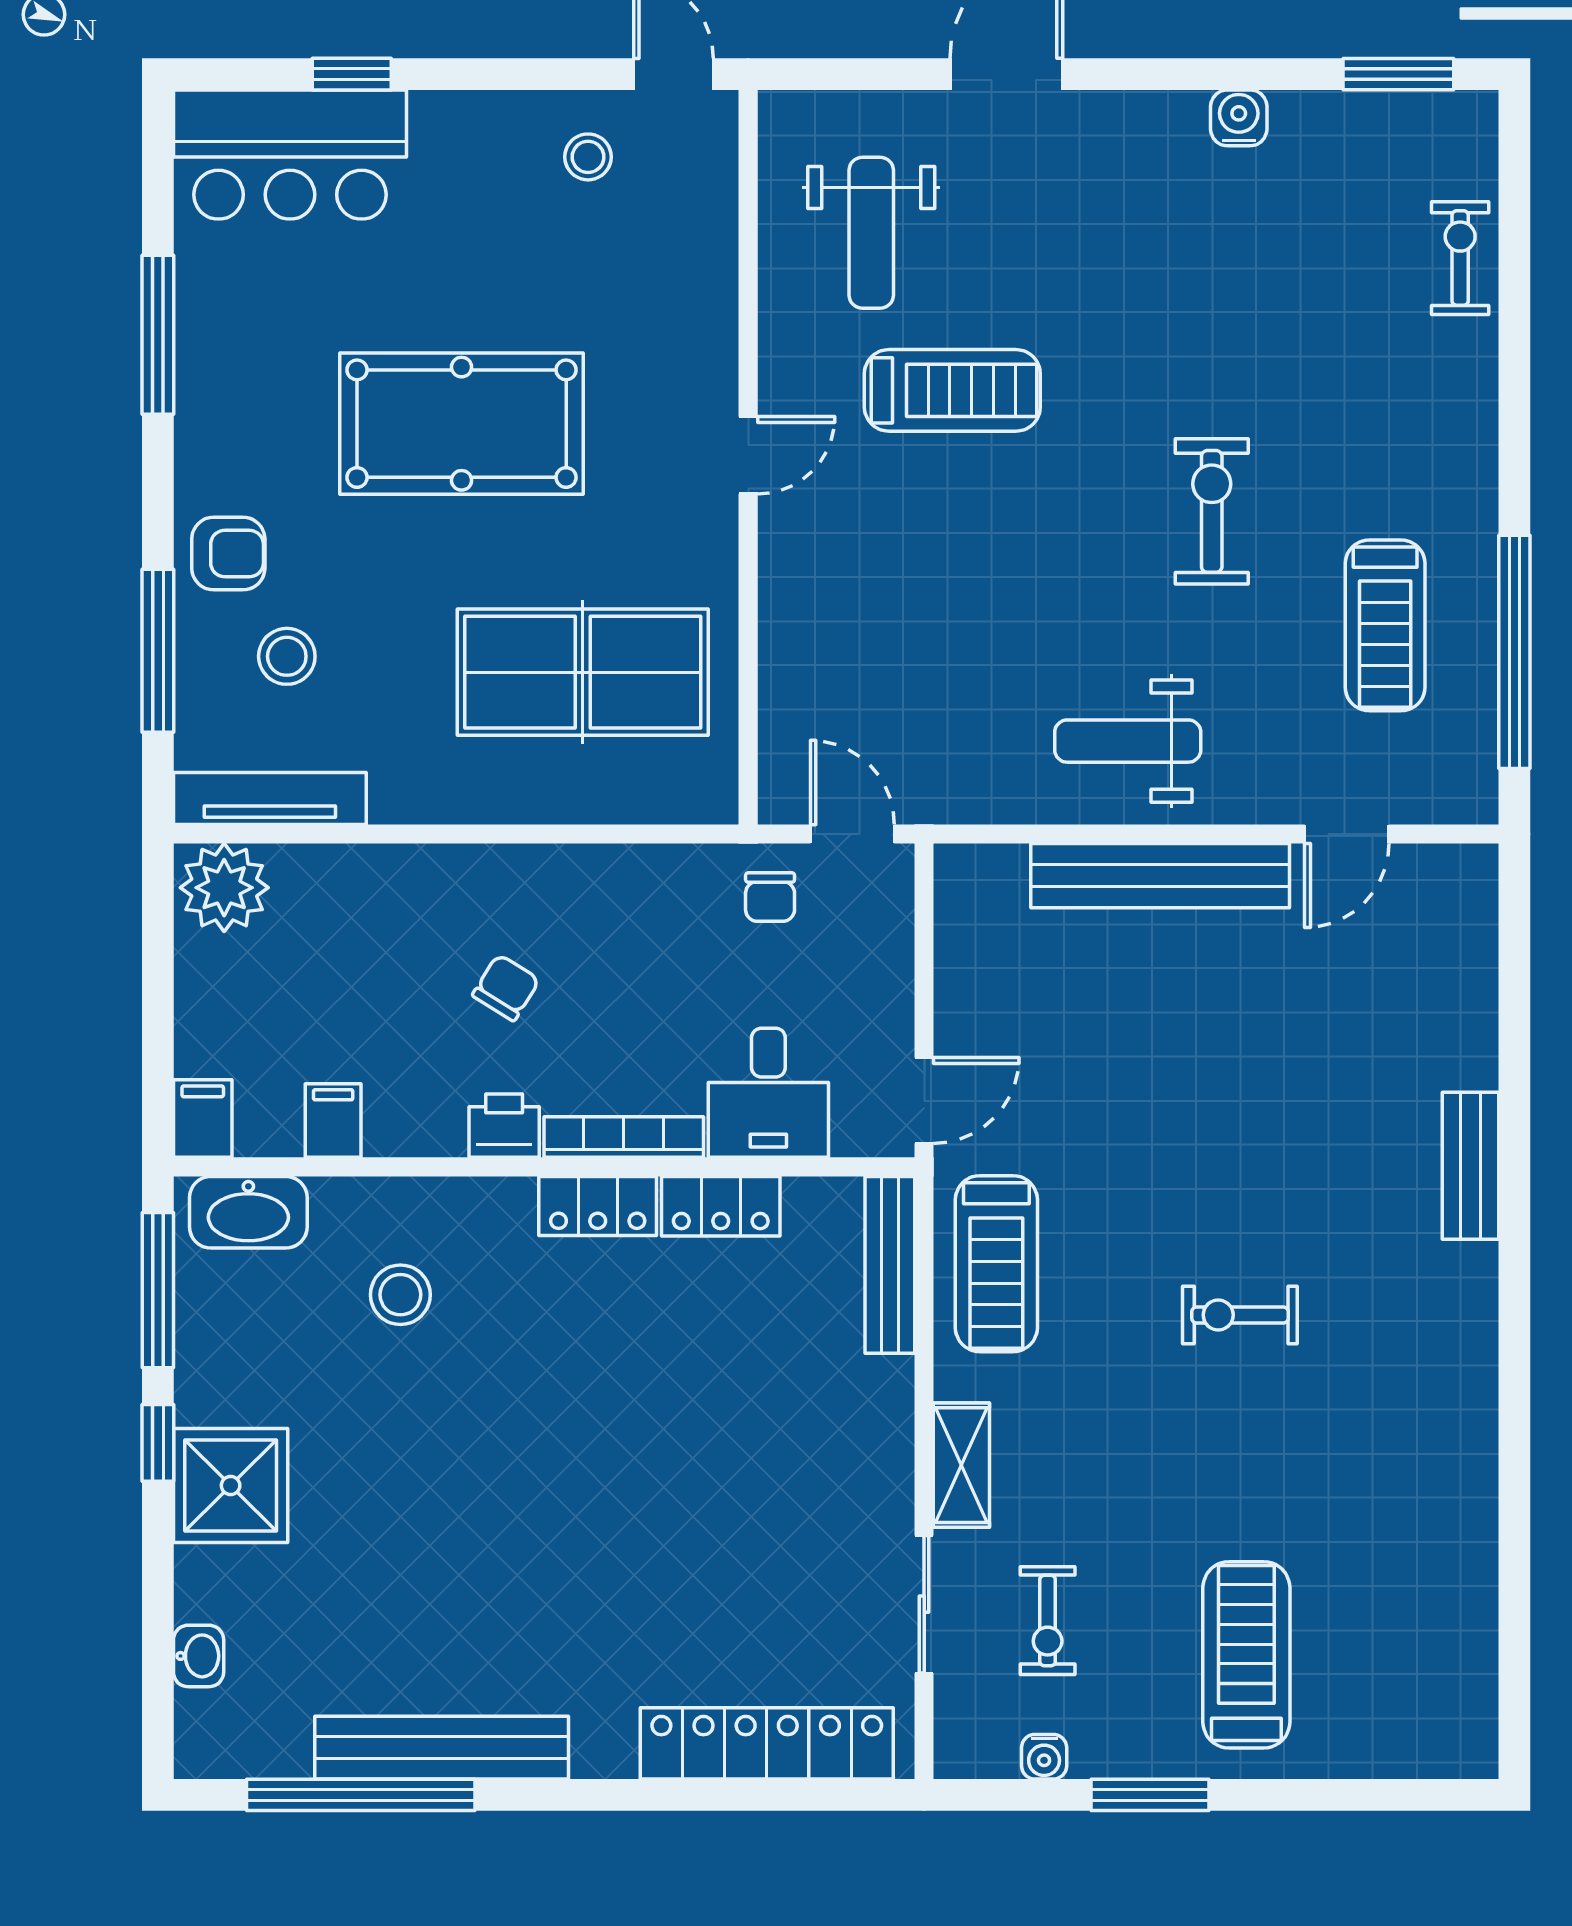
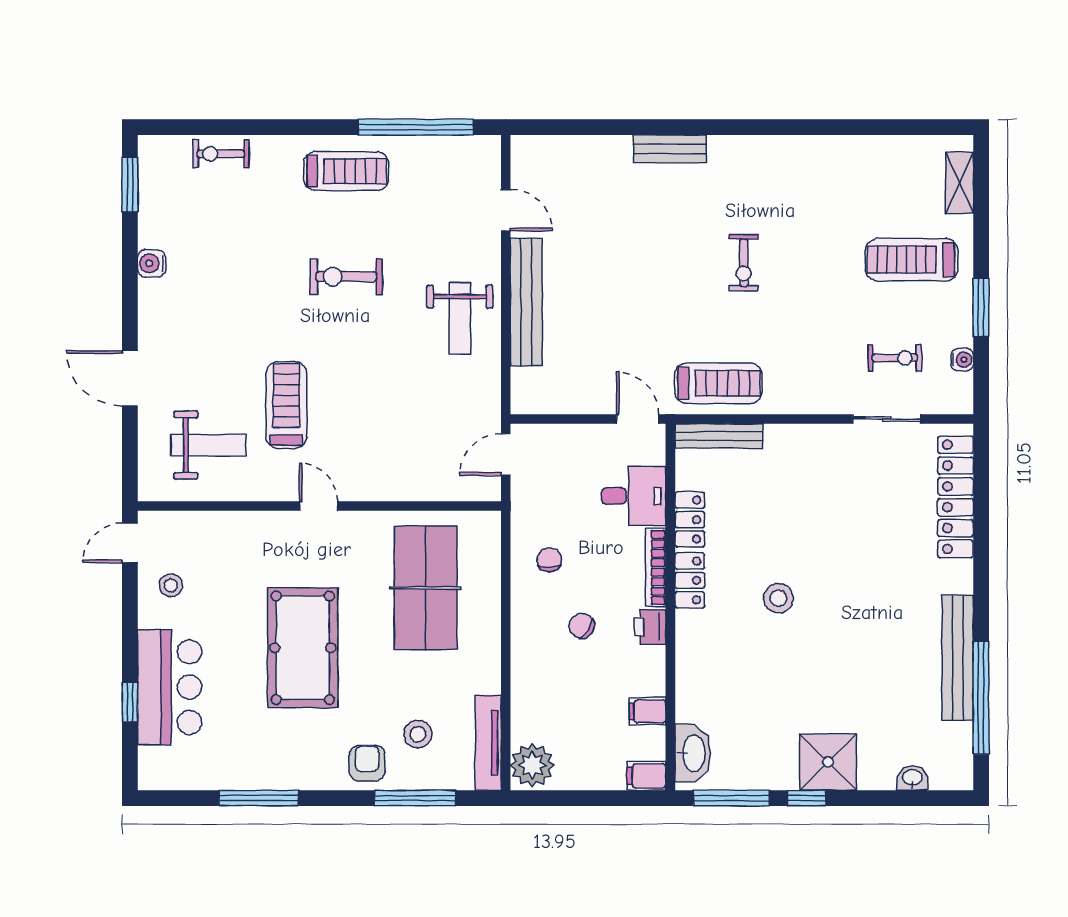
bar counter: (290, 155) -> (170, 687), moved
treadmill: (1385, 625) -> (346, 171), moved
chair: (770, 897) -> (549, 560), moved, turned -90
stool: (400, 1295) -> (778, 598), moved
shelving: (961, 1465) -> (959, 183), moved, turned 90

